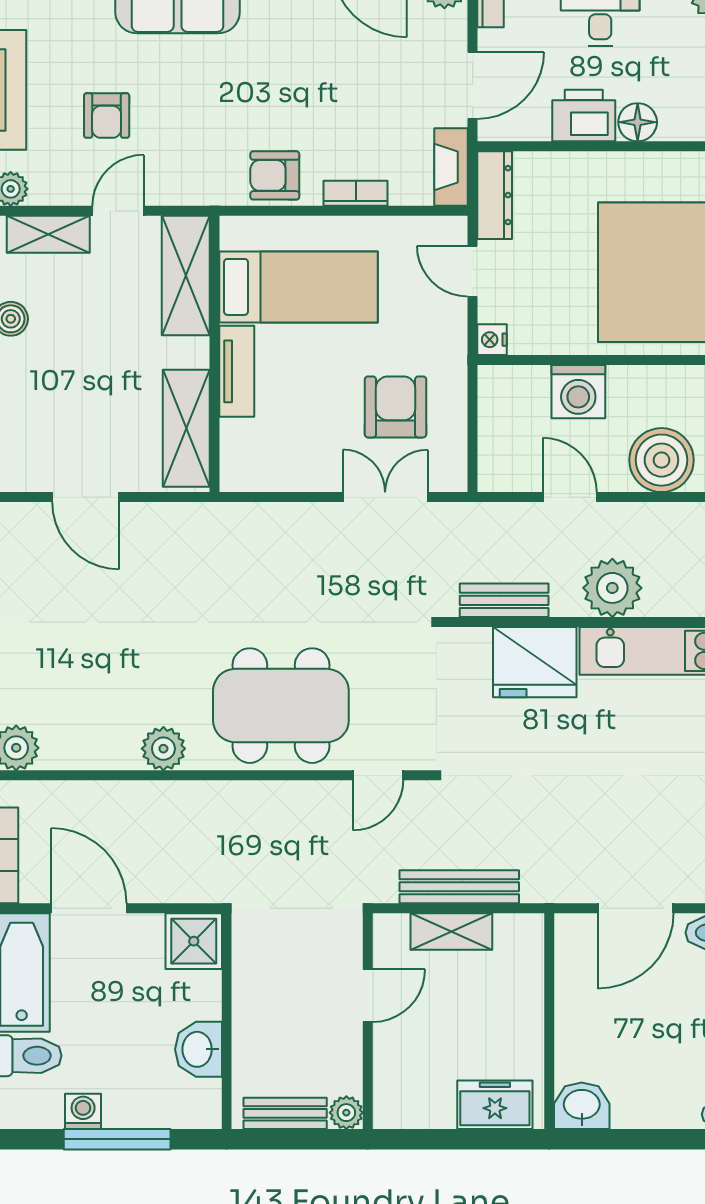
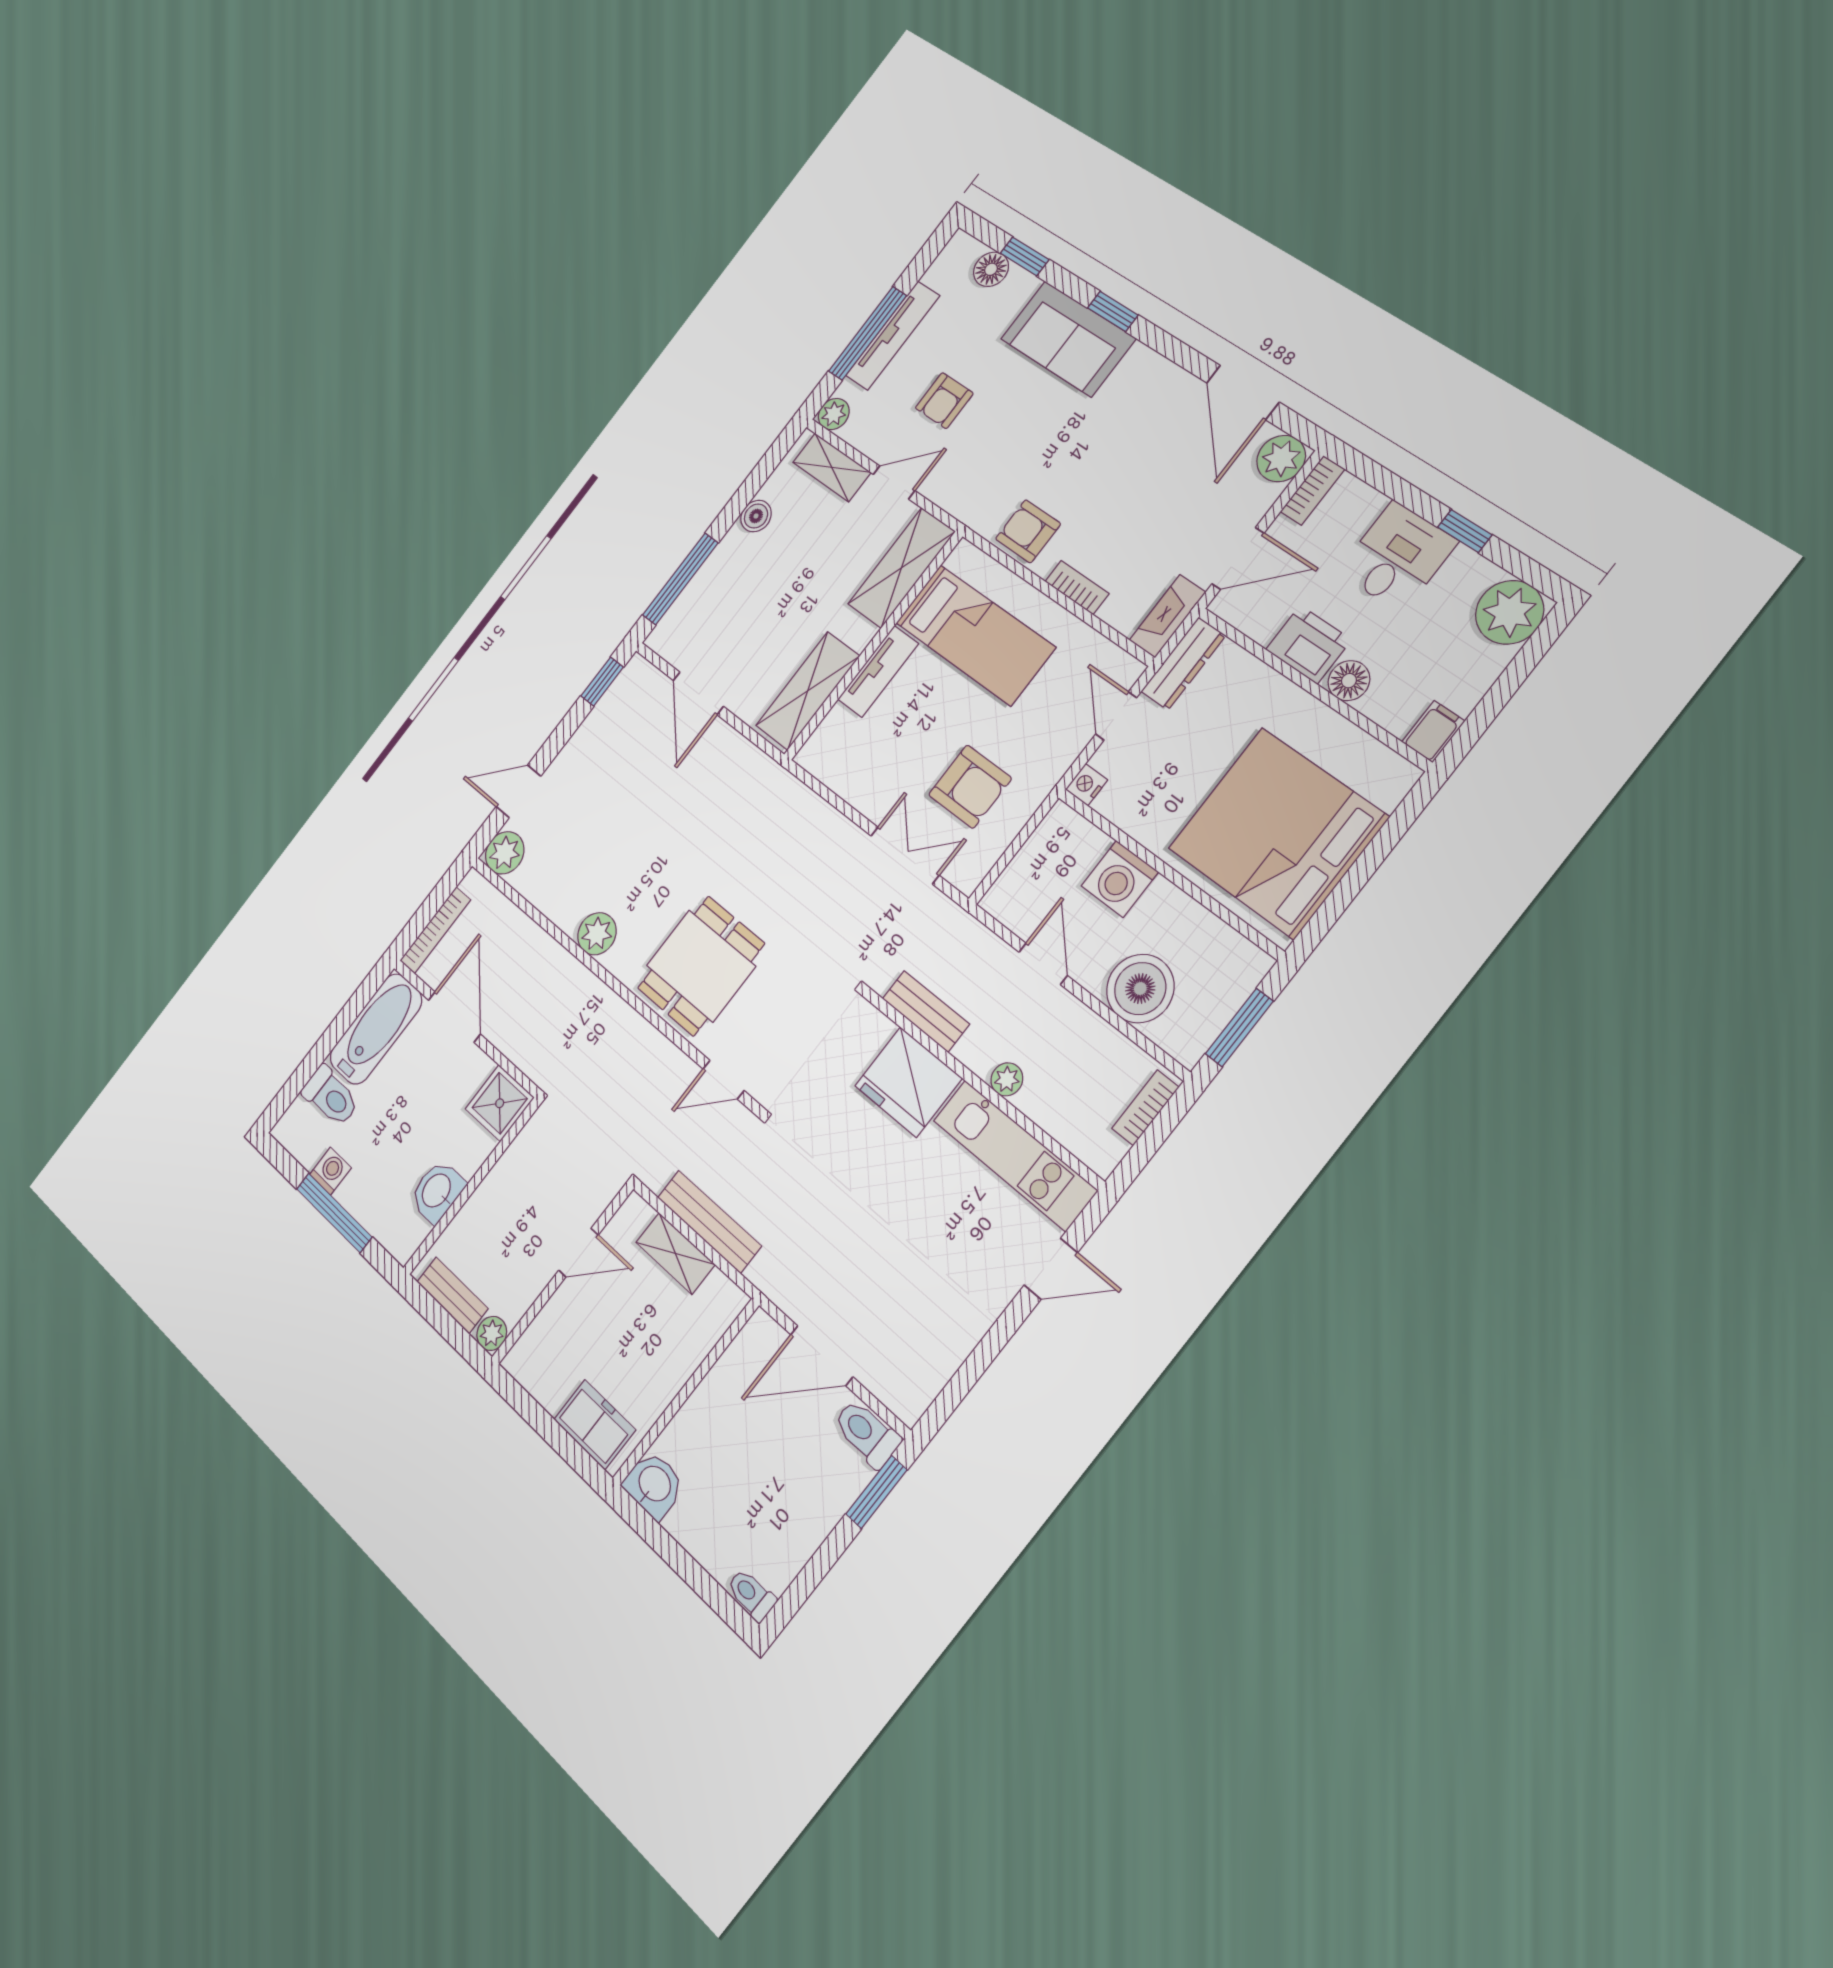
armchair: (396, 407) -> (970, 787), turned 90
plant: (612, 588) -> (1007, 1079), width x0.53, depth x0.53
dining table: (281, 706) -> (701, 966), width x0.73

